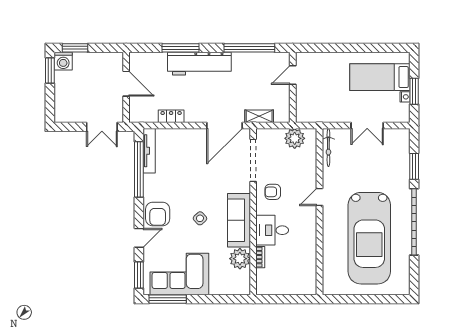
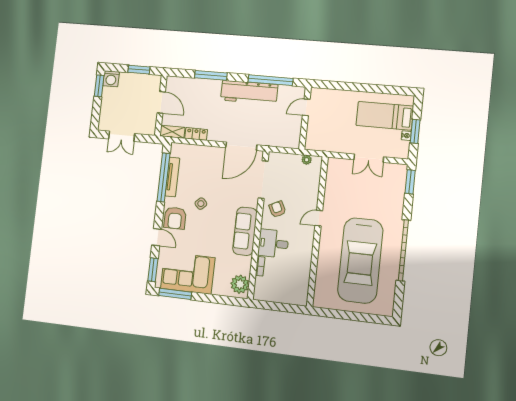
window: (75, 48) -> (139, 70), moved
workbench: (199, 64) -> (249, 92), moved
shelving: (259, 116) -> (172, 132), moved
double door: (102, 127) -> (122, 136), moved
plant: (295, 138) -> (307, 160), width x0.53, depth x0.53
bicycle: (328, 147) -> (331, 175), removed
tv unit: (149, 151) -> (172, 177), moved
window: (414, 166) -> (410, 182), moved
armchair: (273, 192) -> (277, 209), turned 64
side table: (200, 218) -> (201, 204), moved
door: (139, 238) -> (157, 237), hinge flipped
plant: (240, 259) -> (240, 284), moved

